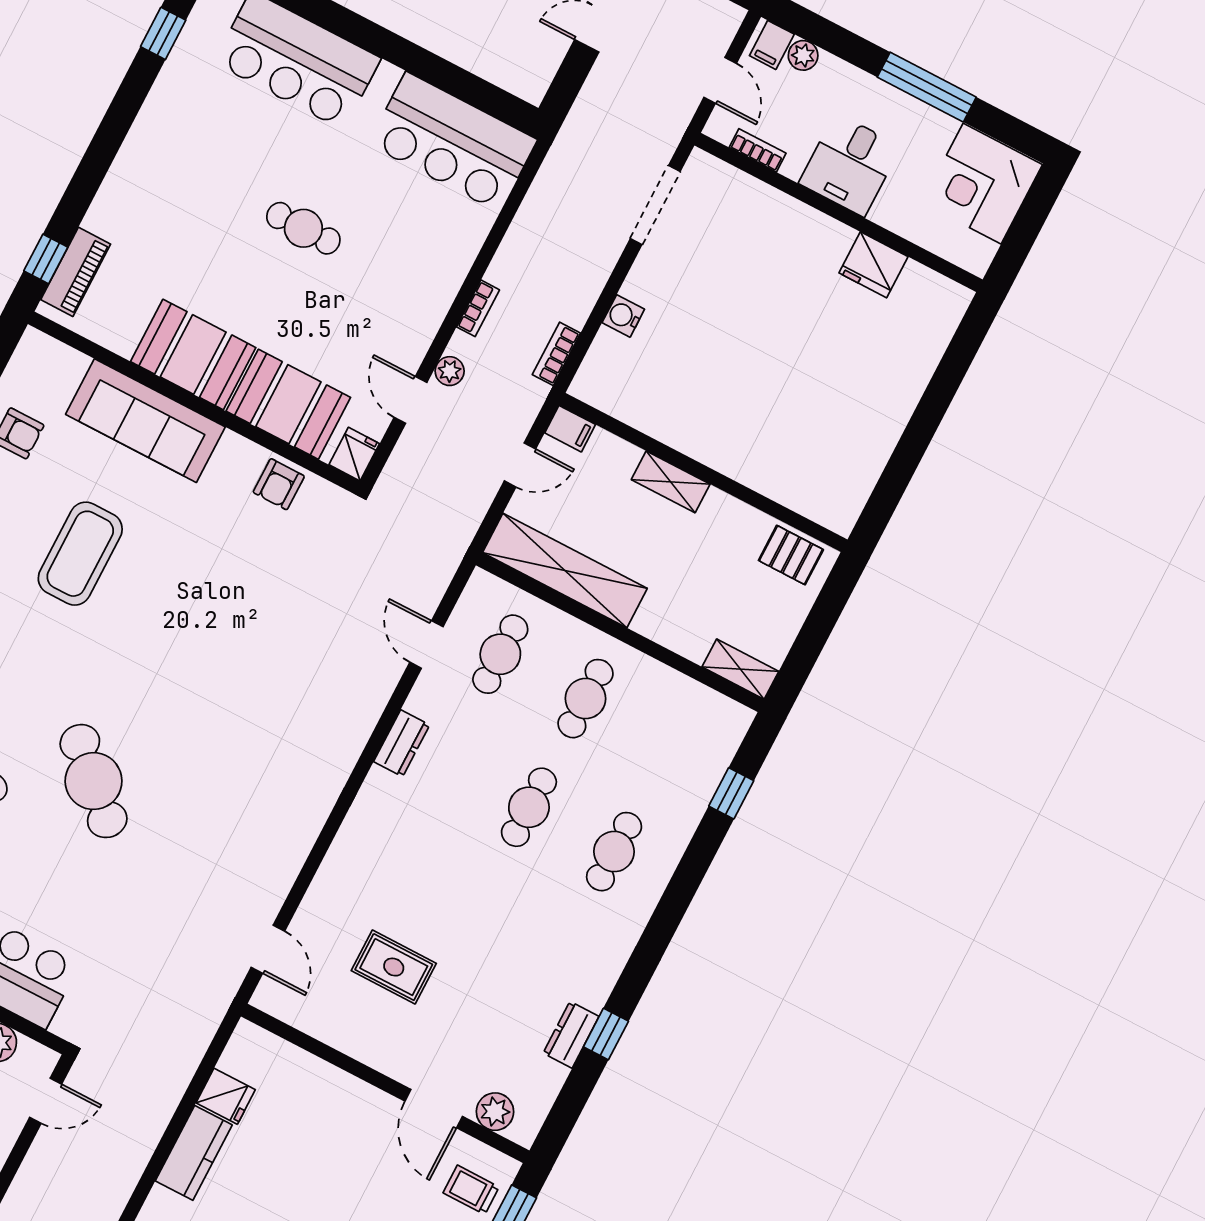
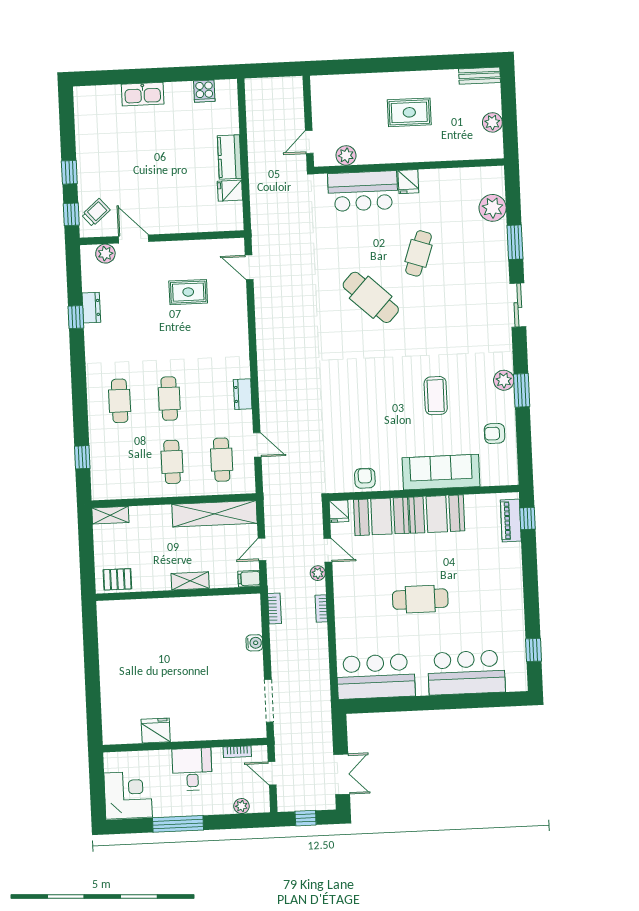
filing cabinet: (772, 45) -> (258, 803), removed
cafe table: (303, 228) -> (420, 599), width x1.37, depth x1.35
coffee table: (80, 554) -> (436, 396), width x0.73, depth x0.76
trolley: (471, 1190) -> (96, 212), turned -41

